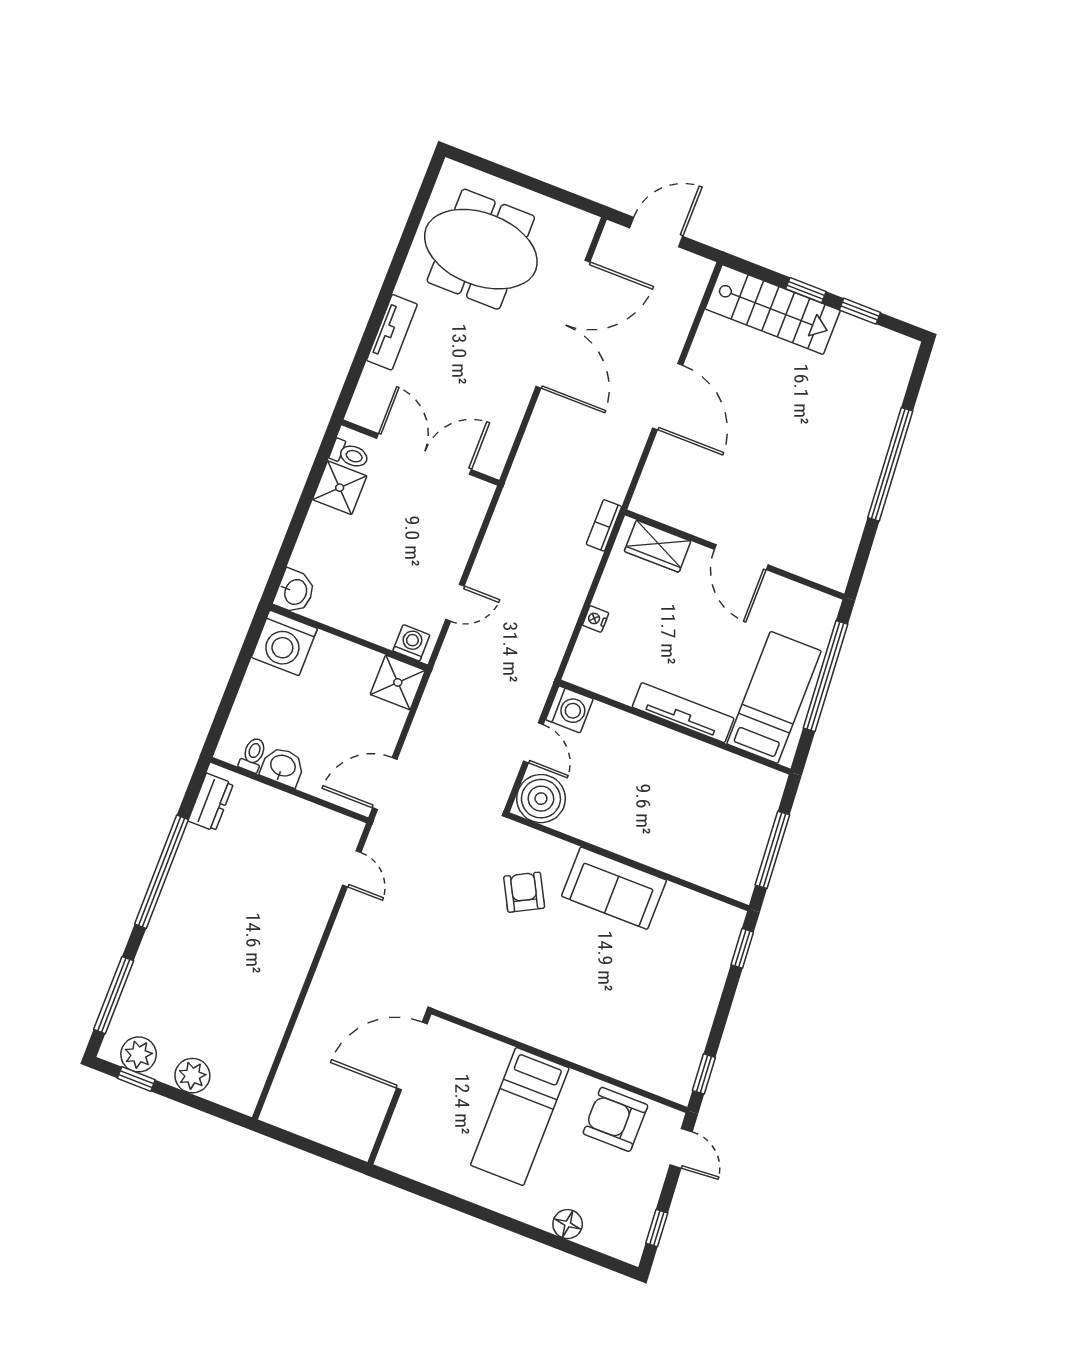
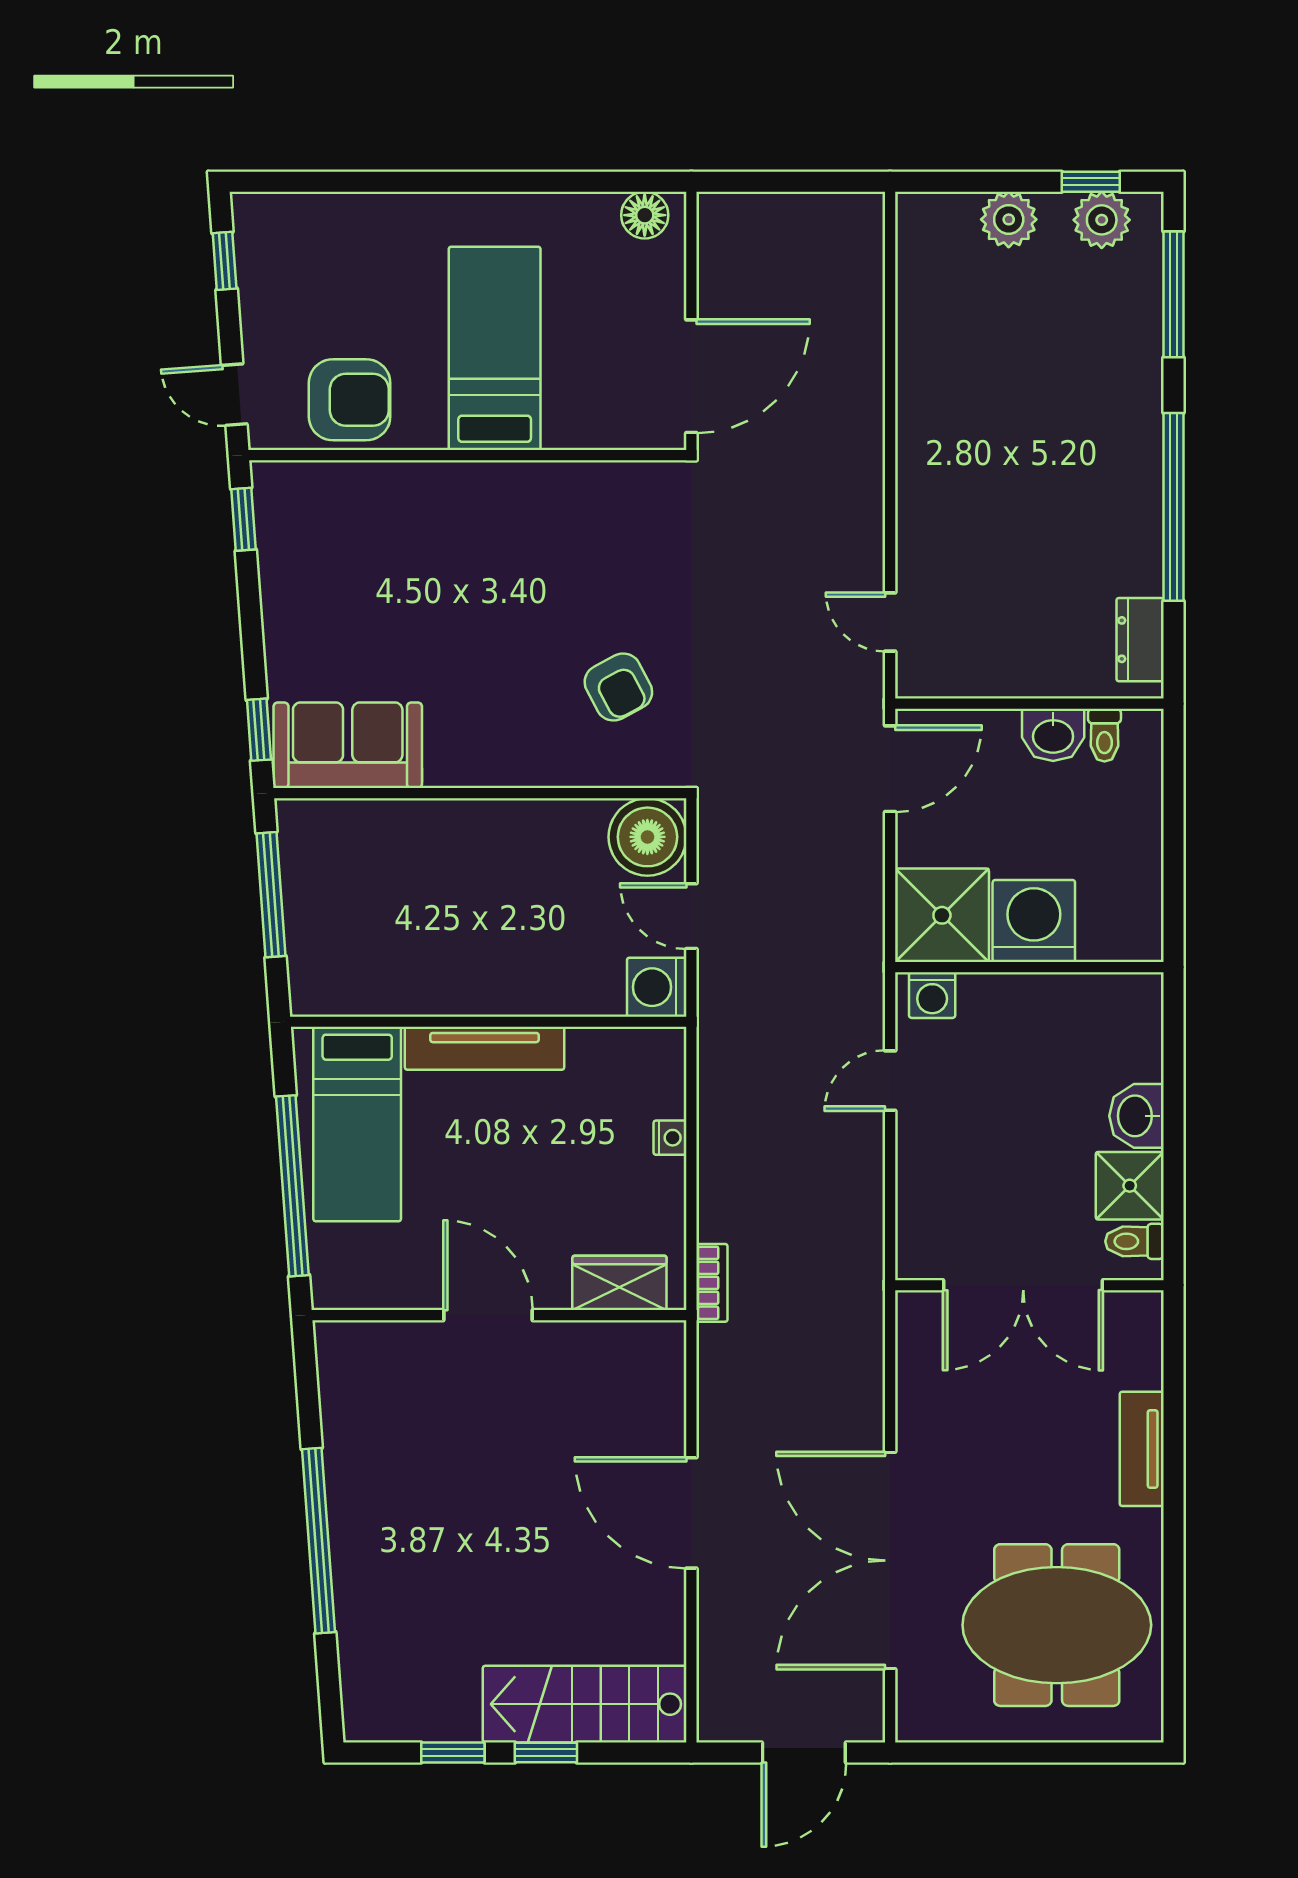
washbasin: (295, 592) -> (1137, 1116), moved
washing machine: (284, 643) -> (1034, 921), moved
shower: (398, 682) -> (942, 915), width x1.36, depth x1.36
sofa: (614, 888) -> (348, 745), moved
floor lamp: (568, 1224) -> (645, 215), moved

